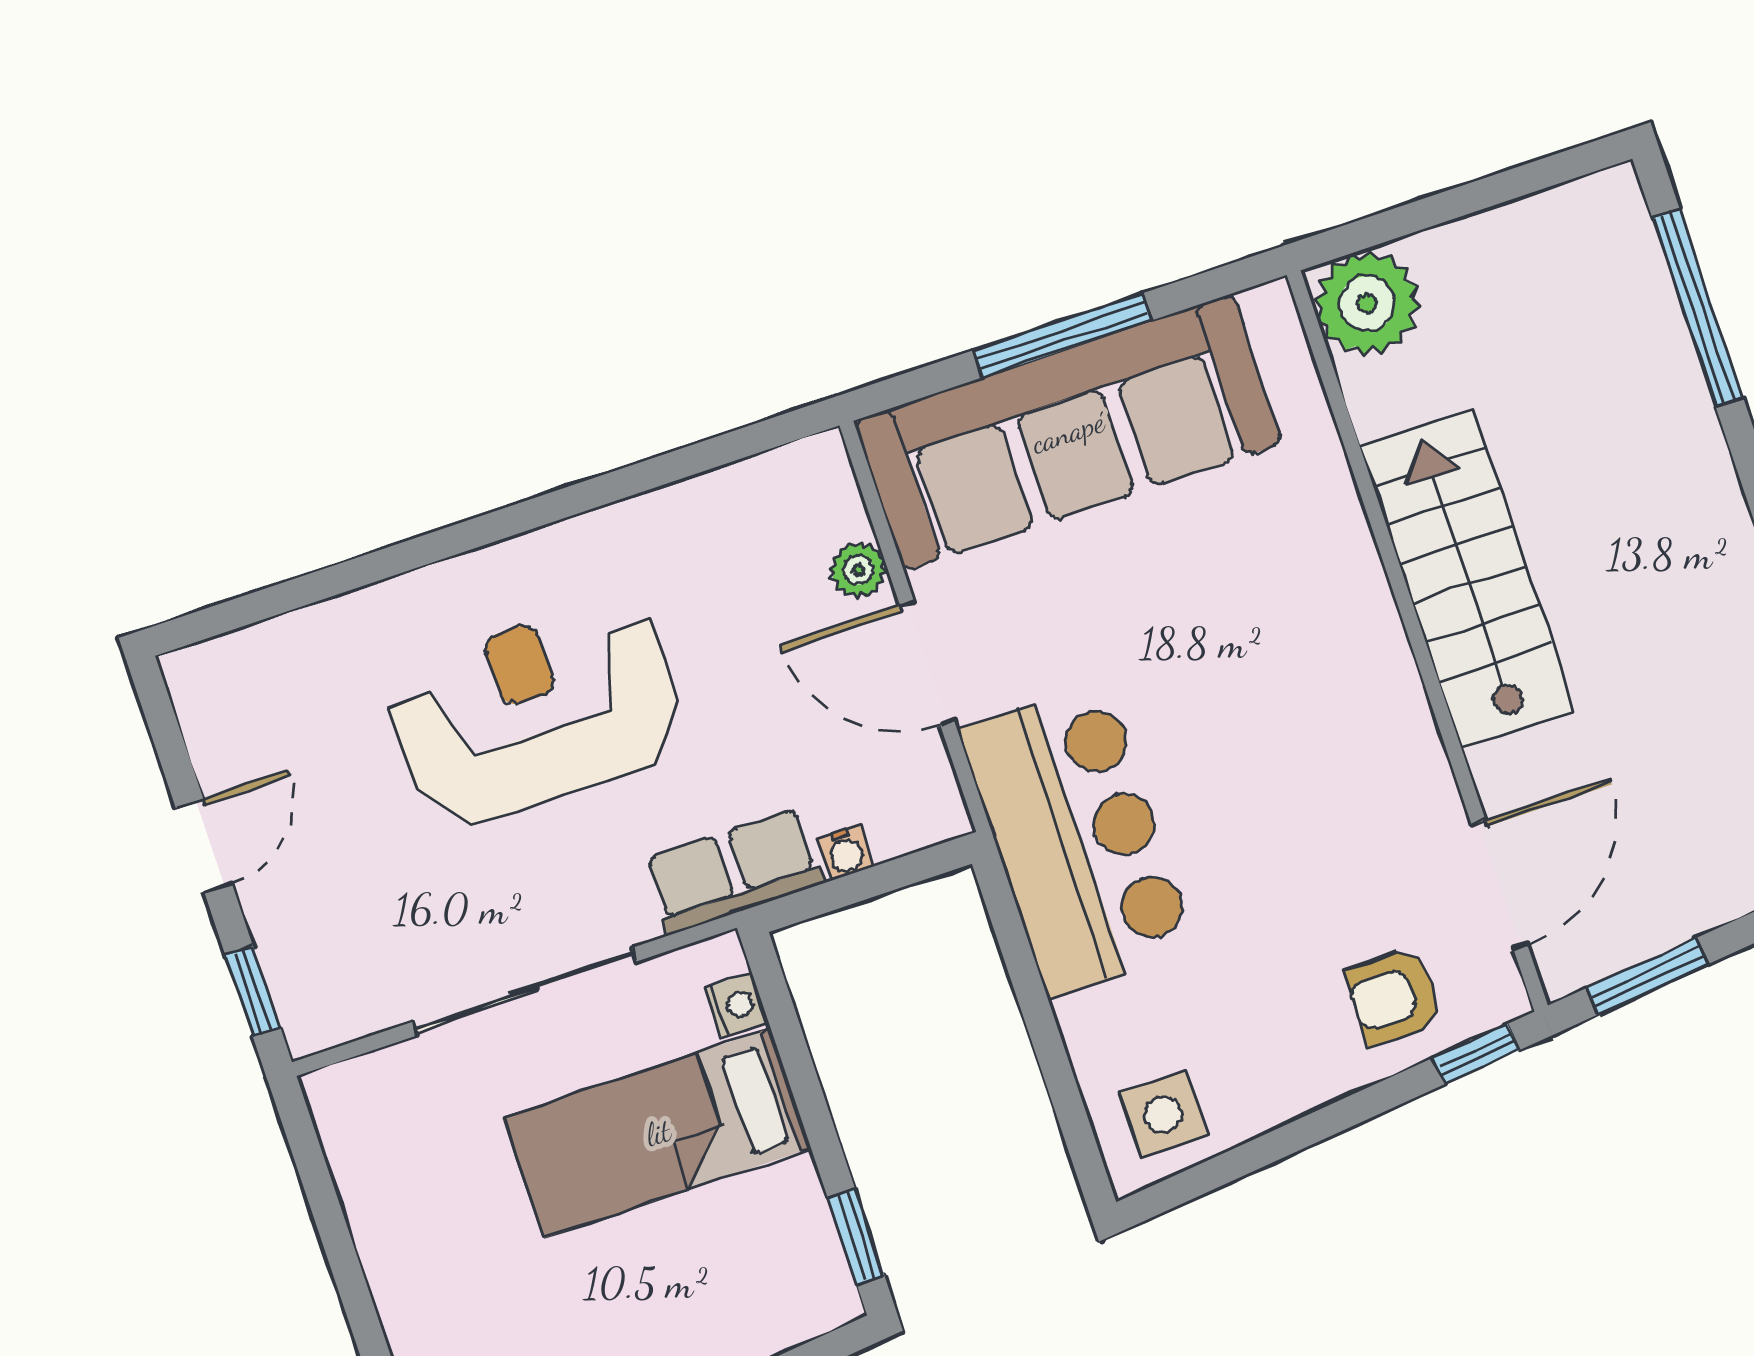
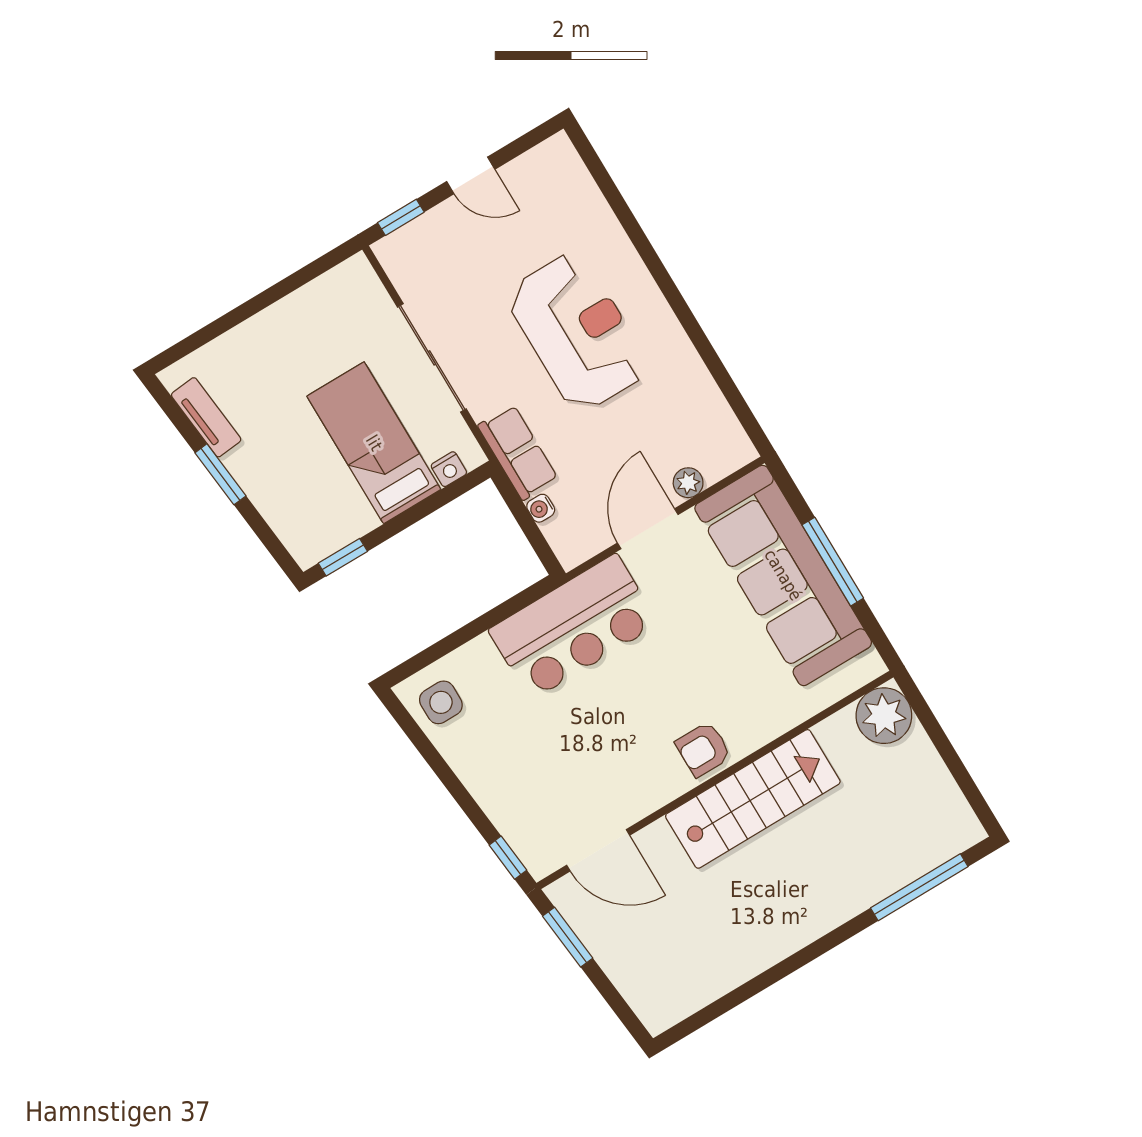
armchair: (1394, 996) -> (703, 749), moved, turned -90

